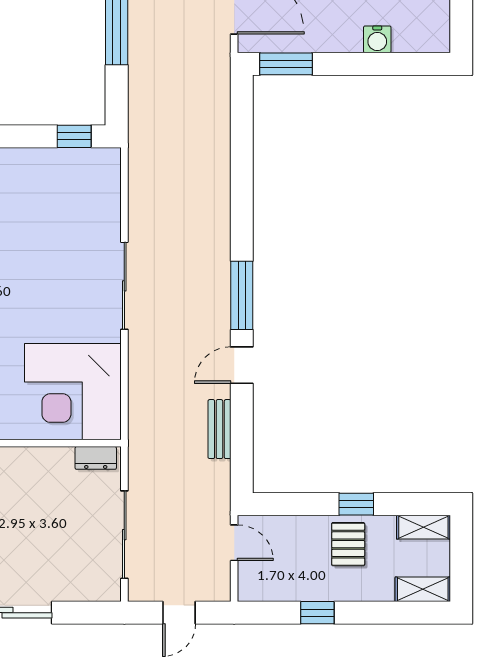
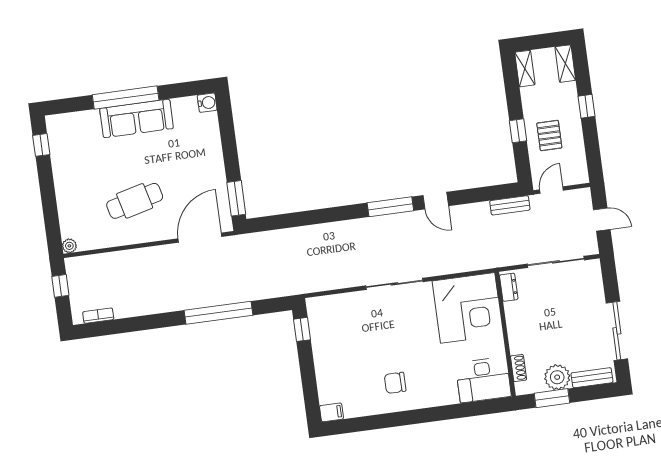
water cooler: (377, 39) -> (207, 103), moved
bench: (219, 429) -> (510, 205), moved
window: (356, 504) -> (518, 131), moved
pallet: (348, 544) -> (549, 135), moved, turned 90
window: (317, 613) -> (586, 106), moved

